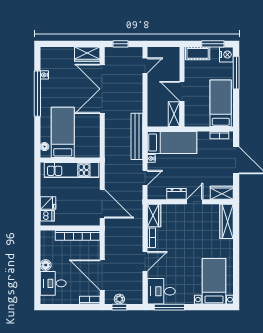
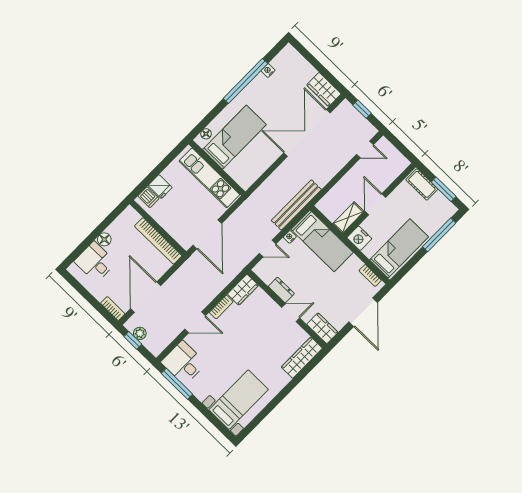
nightstand: (226, 55) -> (359, 238), moved, turned 90

